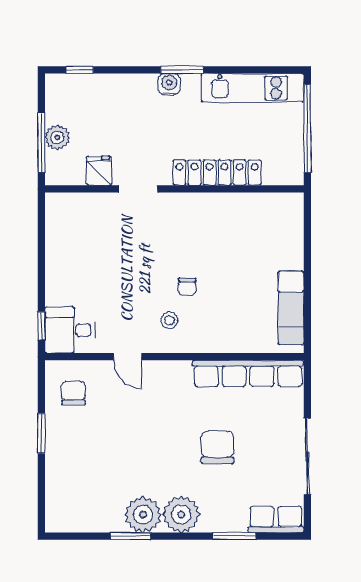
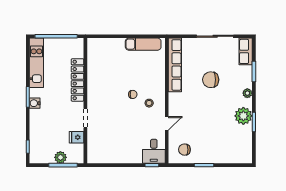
plant: (181, 514) -> (247, 93), width x0.53, depth x0.53

